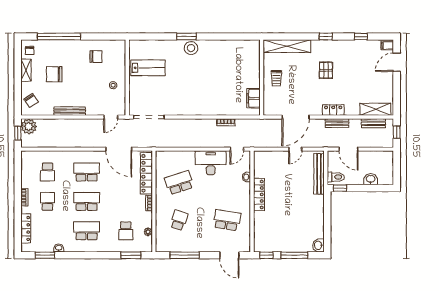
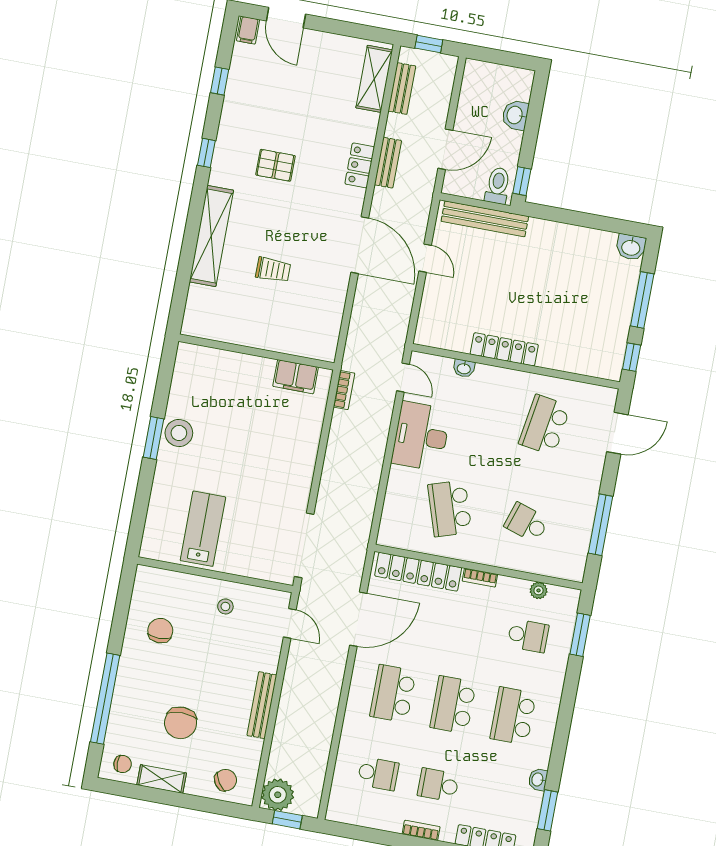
wall: (262, 78) -> (256, 352), moved
filing cabinet: (253, 98) -> (296, 377), moved

